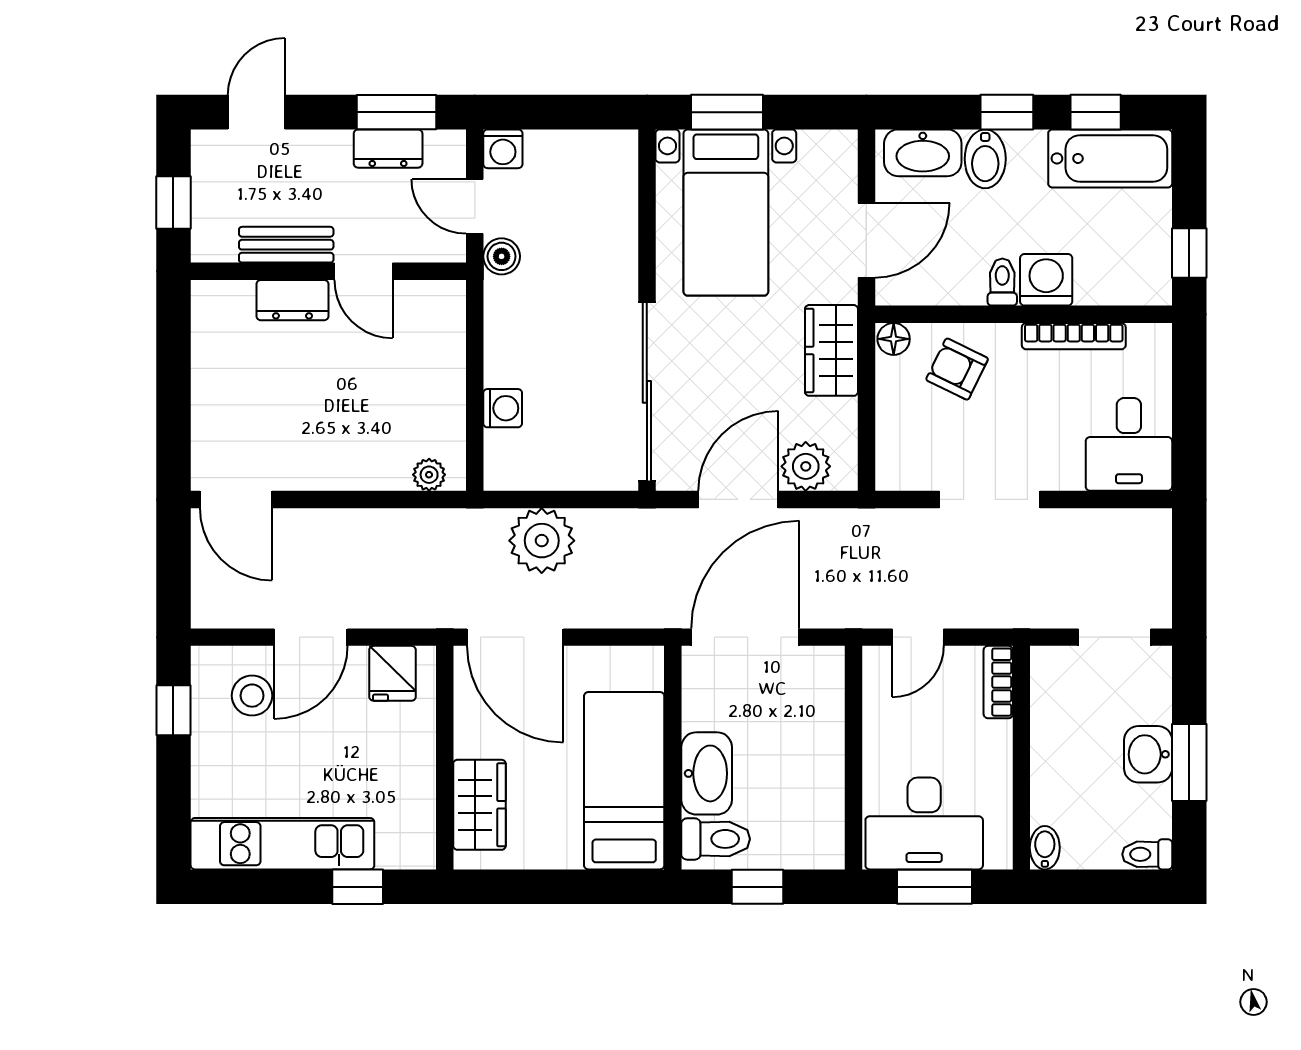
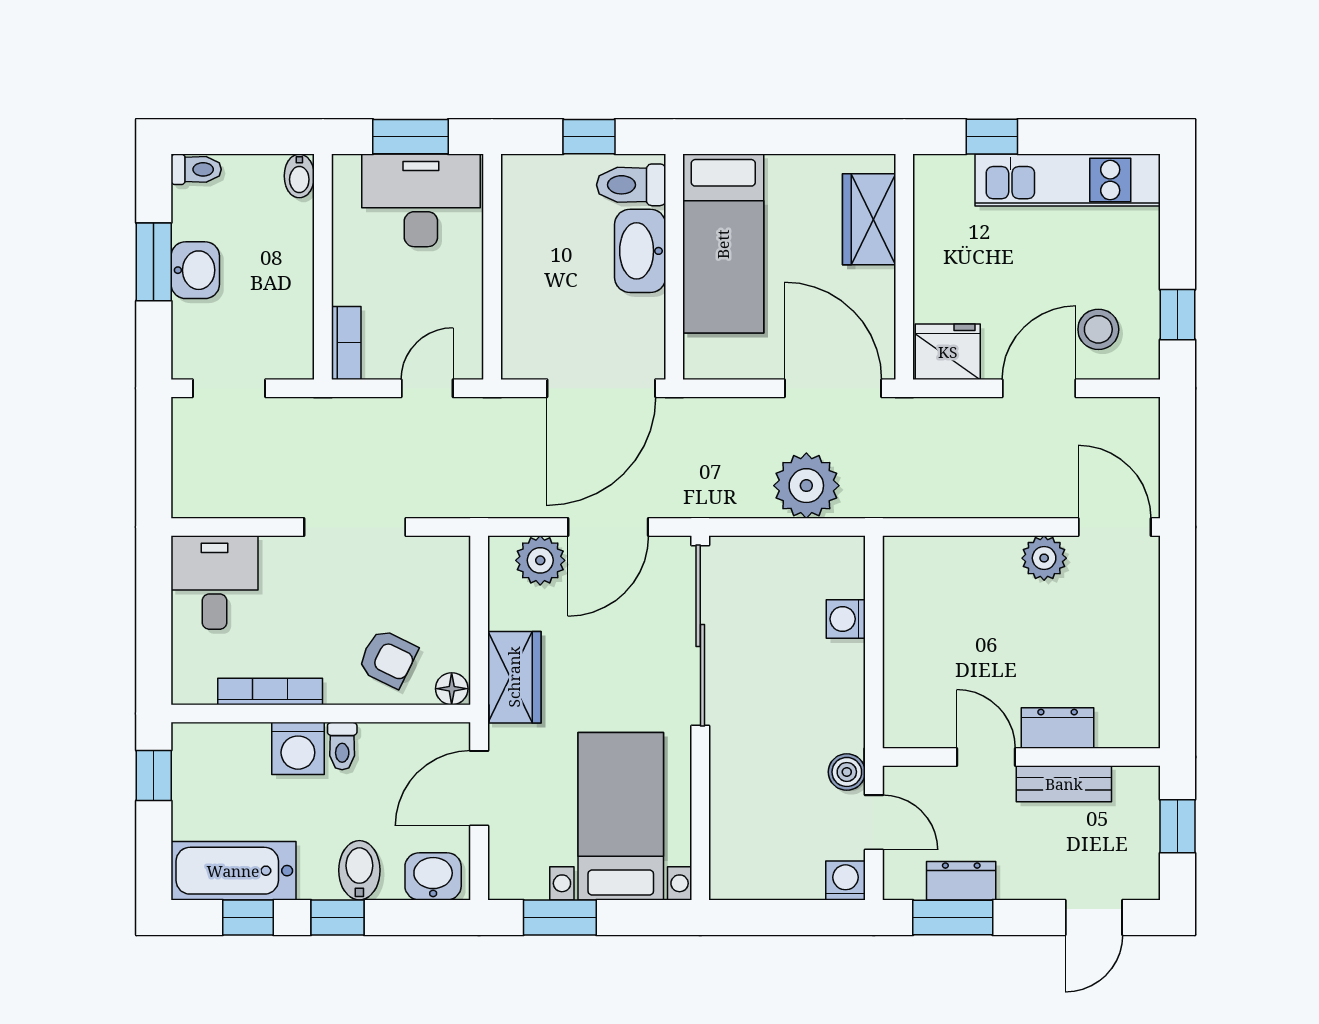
window: (727, 112) -> (560, 917), moved
washbasin: (923, 153) -> (433, 876), width x0.72
plant: (429, 475) -> (1044, 558), moved, width x1.38, depth x1.38
fridge: (393, 673) -> (948, 352), width x1.38

